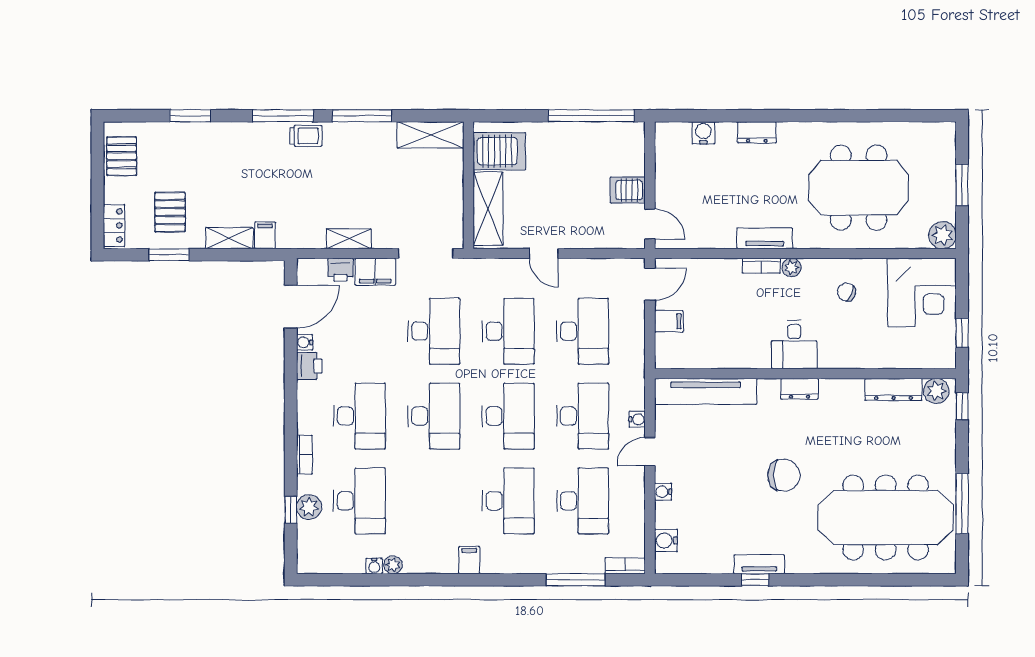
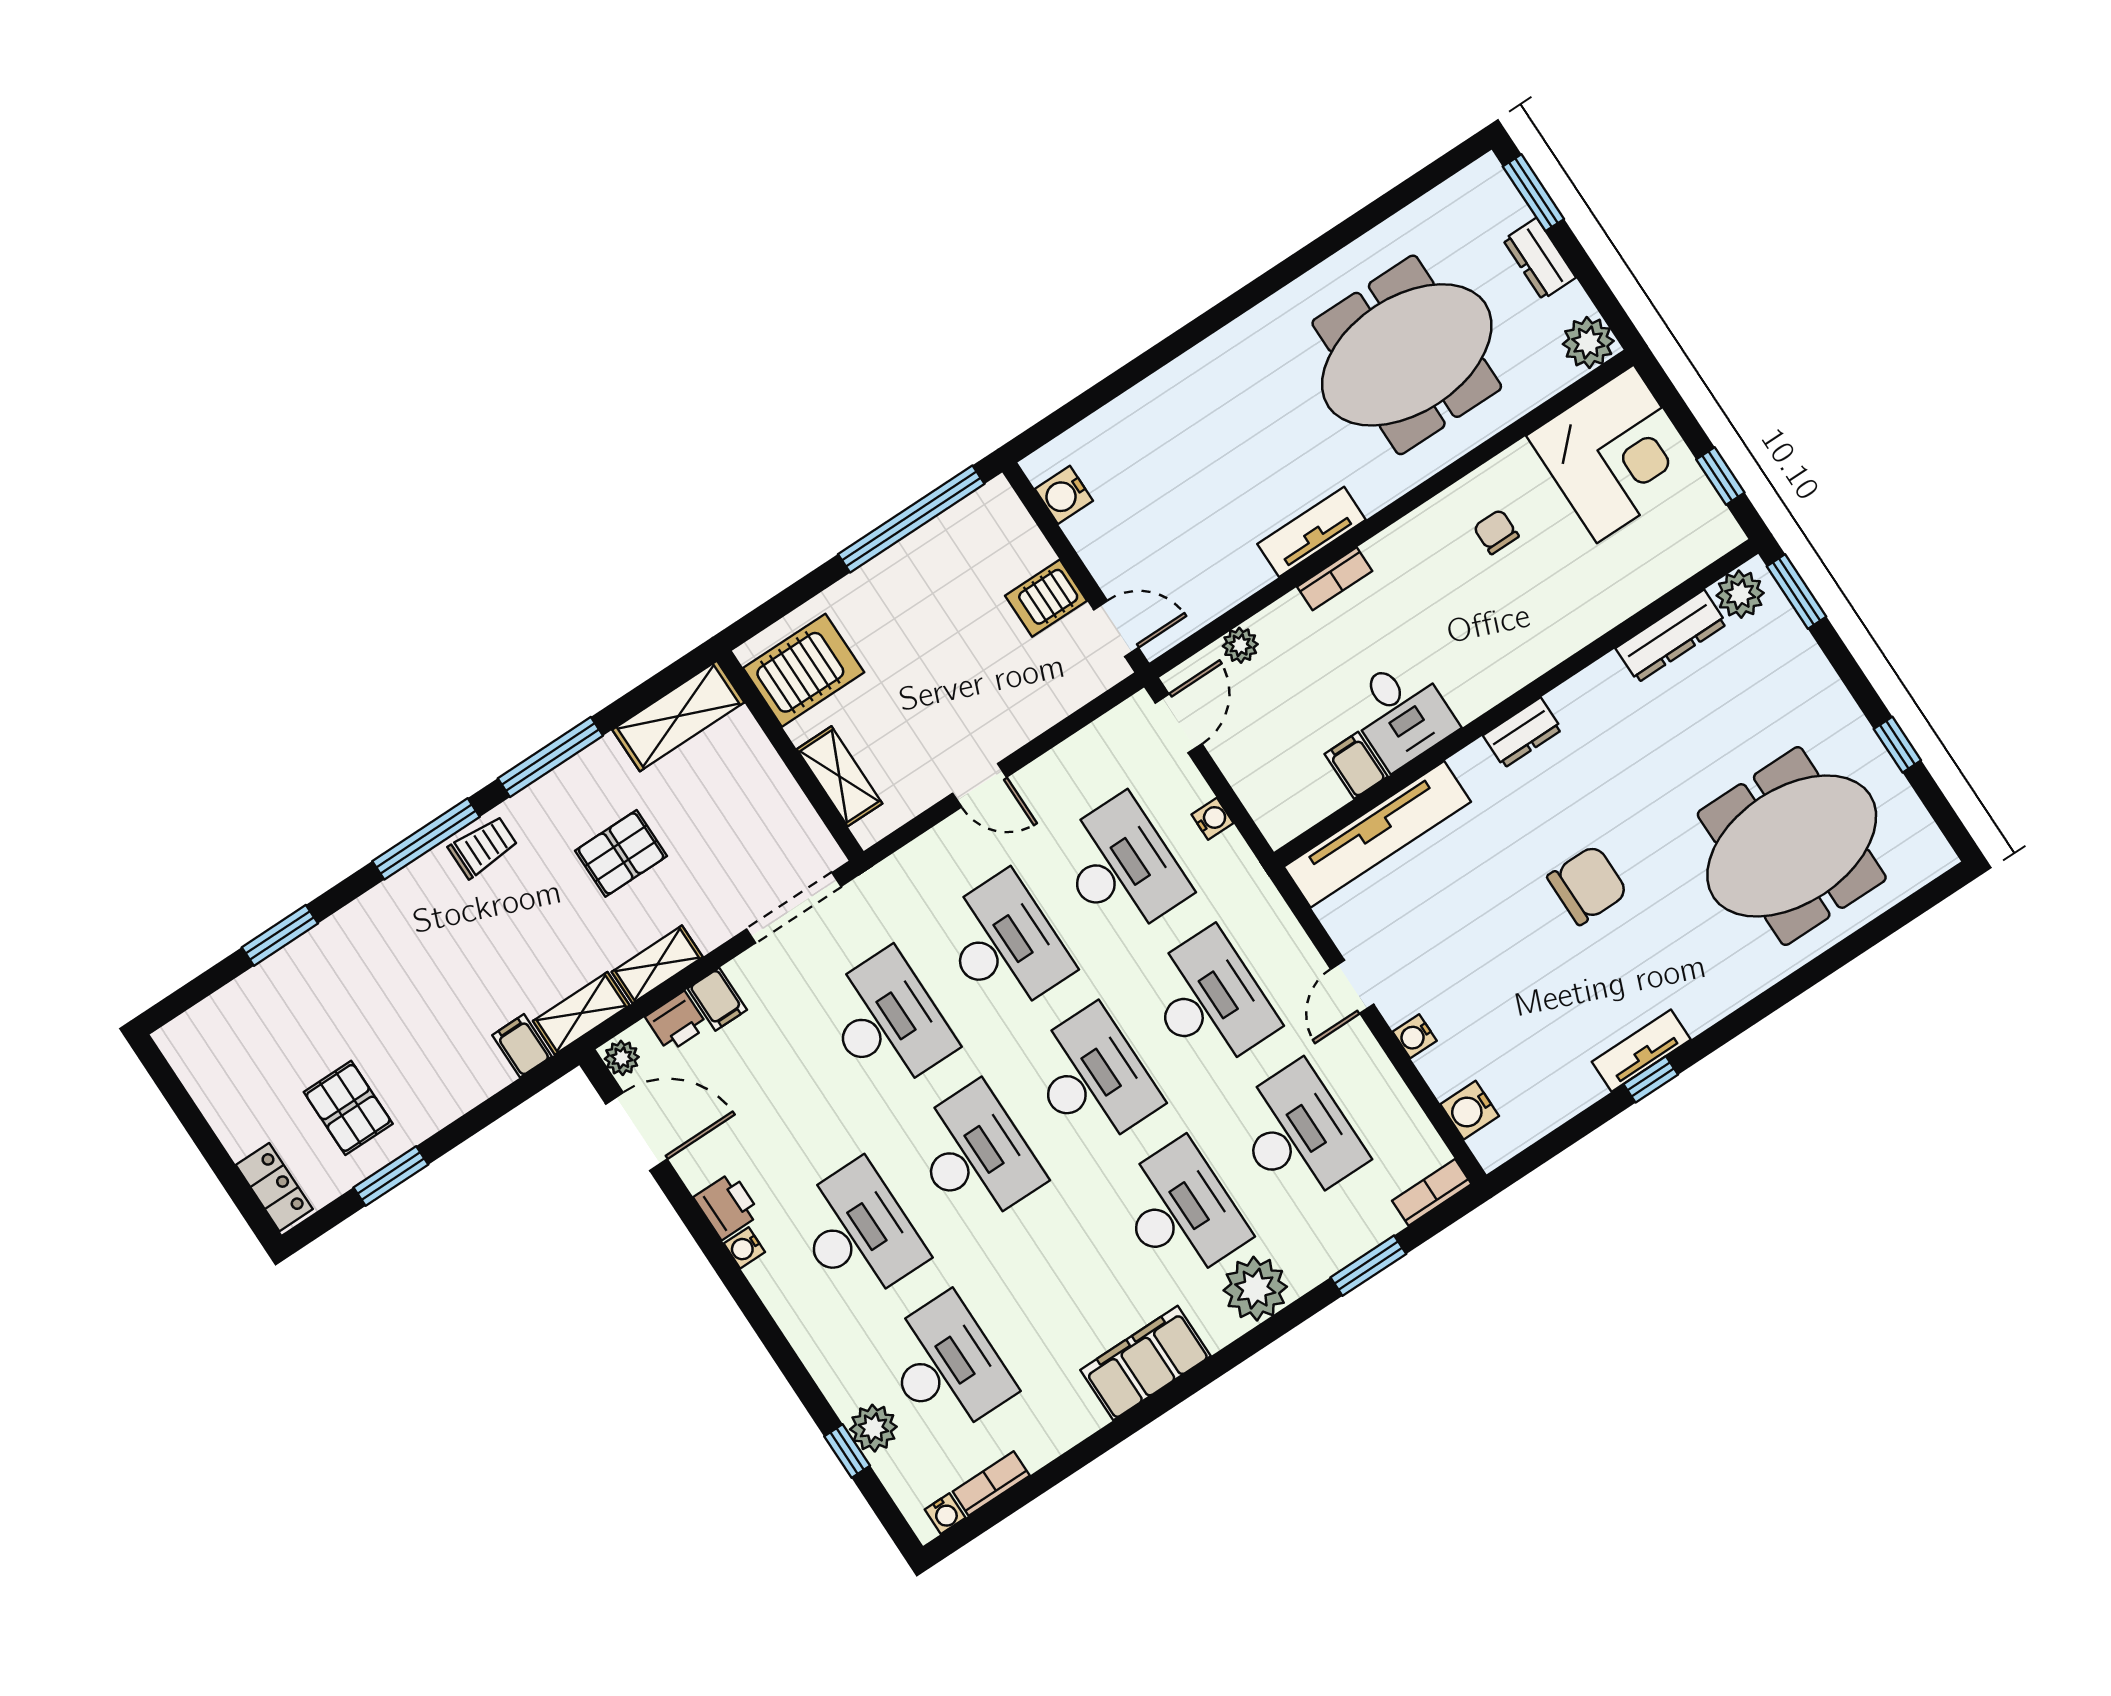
dresser: (757, 132) -> (1539, 259), moved, turned 90
water cooler: (703, 133) -> (1064, 495), moved, turned -90
pallet: (122, 156) -> (621, 853), moved, turned 90
window: (962, 185) -> (1533, 193), moved
shelving: (488, 209) -> (839, 776), width x0.67, depth x0.75
shelving: (229, 238) -> (581, 1013), moved
plant: (792, 268) -> (1240, 645), moved
plant: (306, 270) -> (622, 1058), added
filing cabinet: (375, 272) -> (717, 999), width x0.50
chair: (846, 292) -> (1496, 532), turned 64
door: (291, 307) -> (636, 1131), hinge flipped
filing cabinet: (669, 321) -> (1356, 765), moved, turned -90
water cooler: (305, 342) -> (744, 1248), moved
desk: (794, 345) -> (1401, 713), moved
window: (962, 406) -> (1796, 592), width x1.50
water cooler: (637, 419) -> (1213, 819), moved
bookcase: (304, 455) -> (991, 1483), moved, turned -90
window: (962, 504) -> (1897, 745), width x0.46
meeting table: (886, 518) -> (1792, 846), width x0.73
filing cabinet: (469, 560) -> (1146, 1363), width x3.00, depth x1.17
plant: (393, 565) -> (1255, 1289), moved, width x1.87, depth x1.87
water cooler: (374, 566) -> (945, 1514), moved
window: (576, 580) -> (1368, 1266), width x0.69

